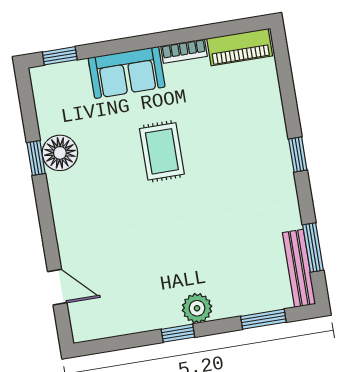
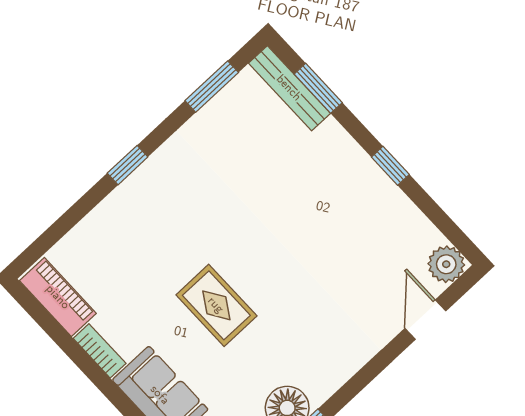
rug: (162, 151) -> (216, 305), turned 90
bench: (299, 268) -> (289, 88), moved, turned 90
plant: (197, 308) -> (446, 264), moved

